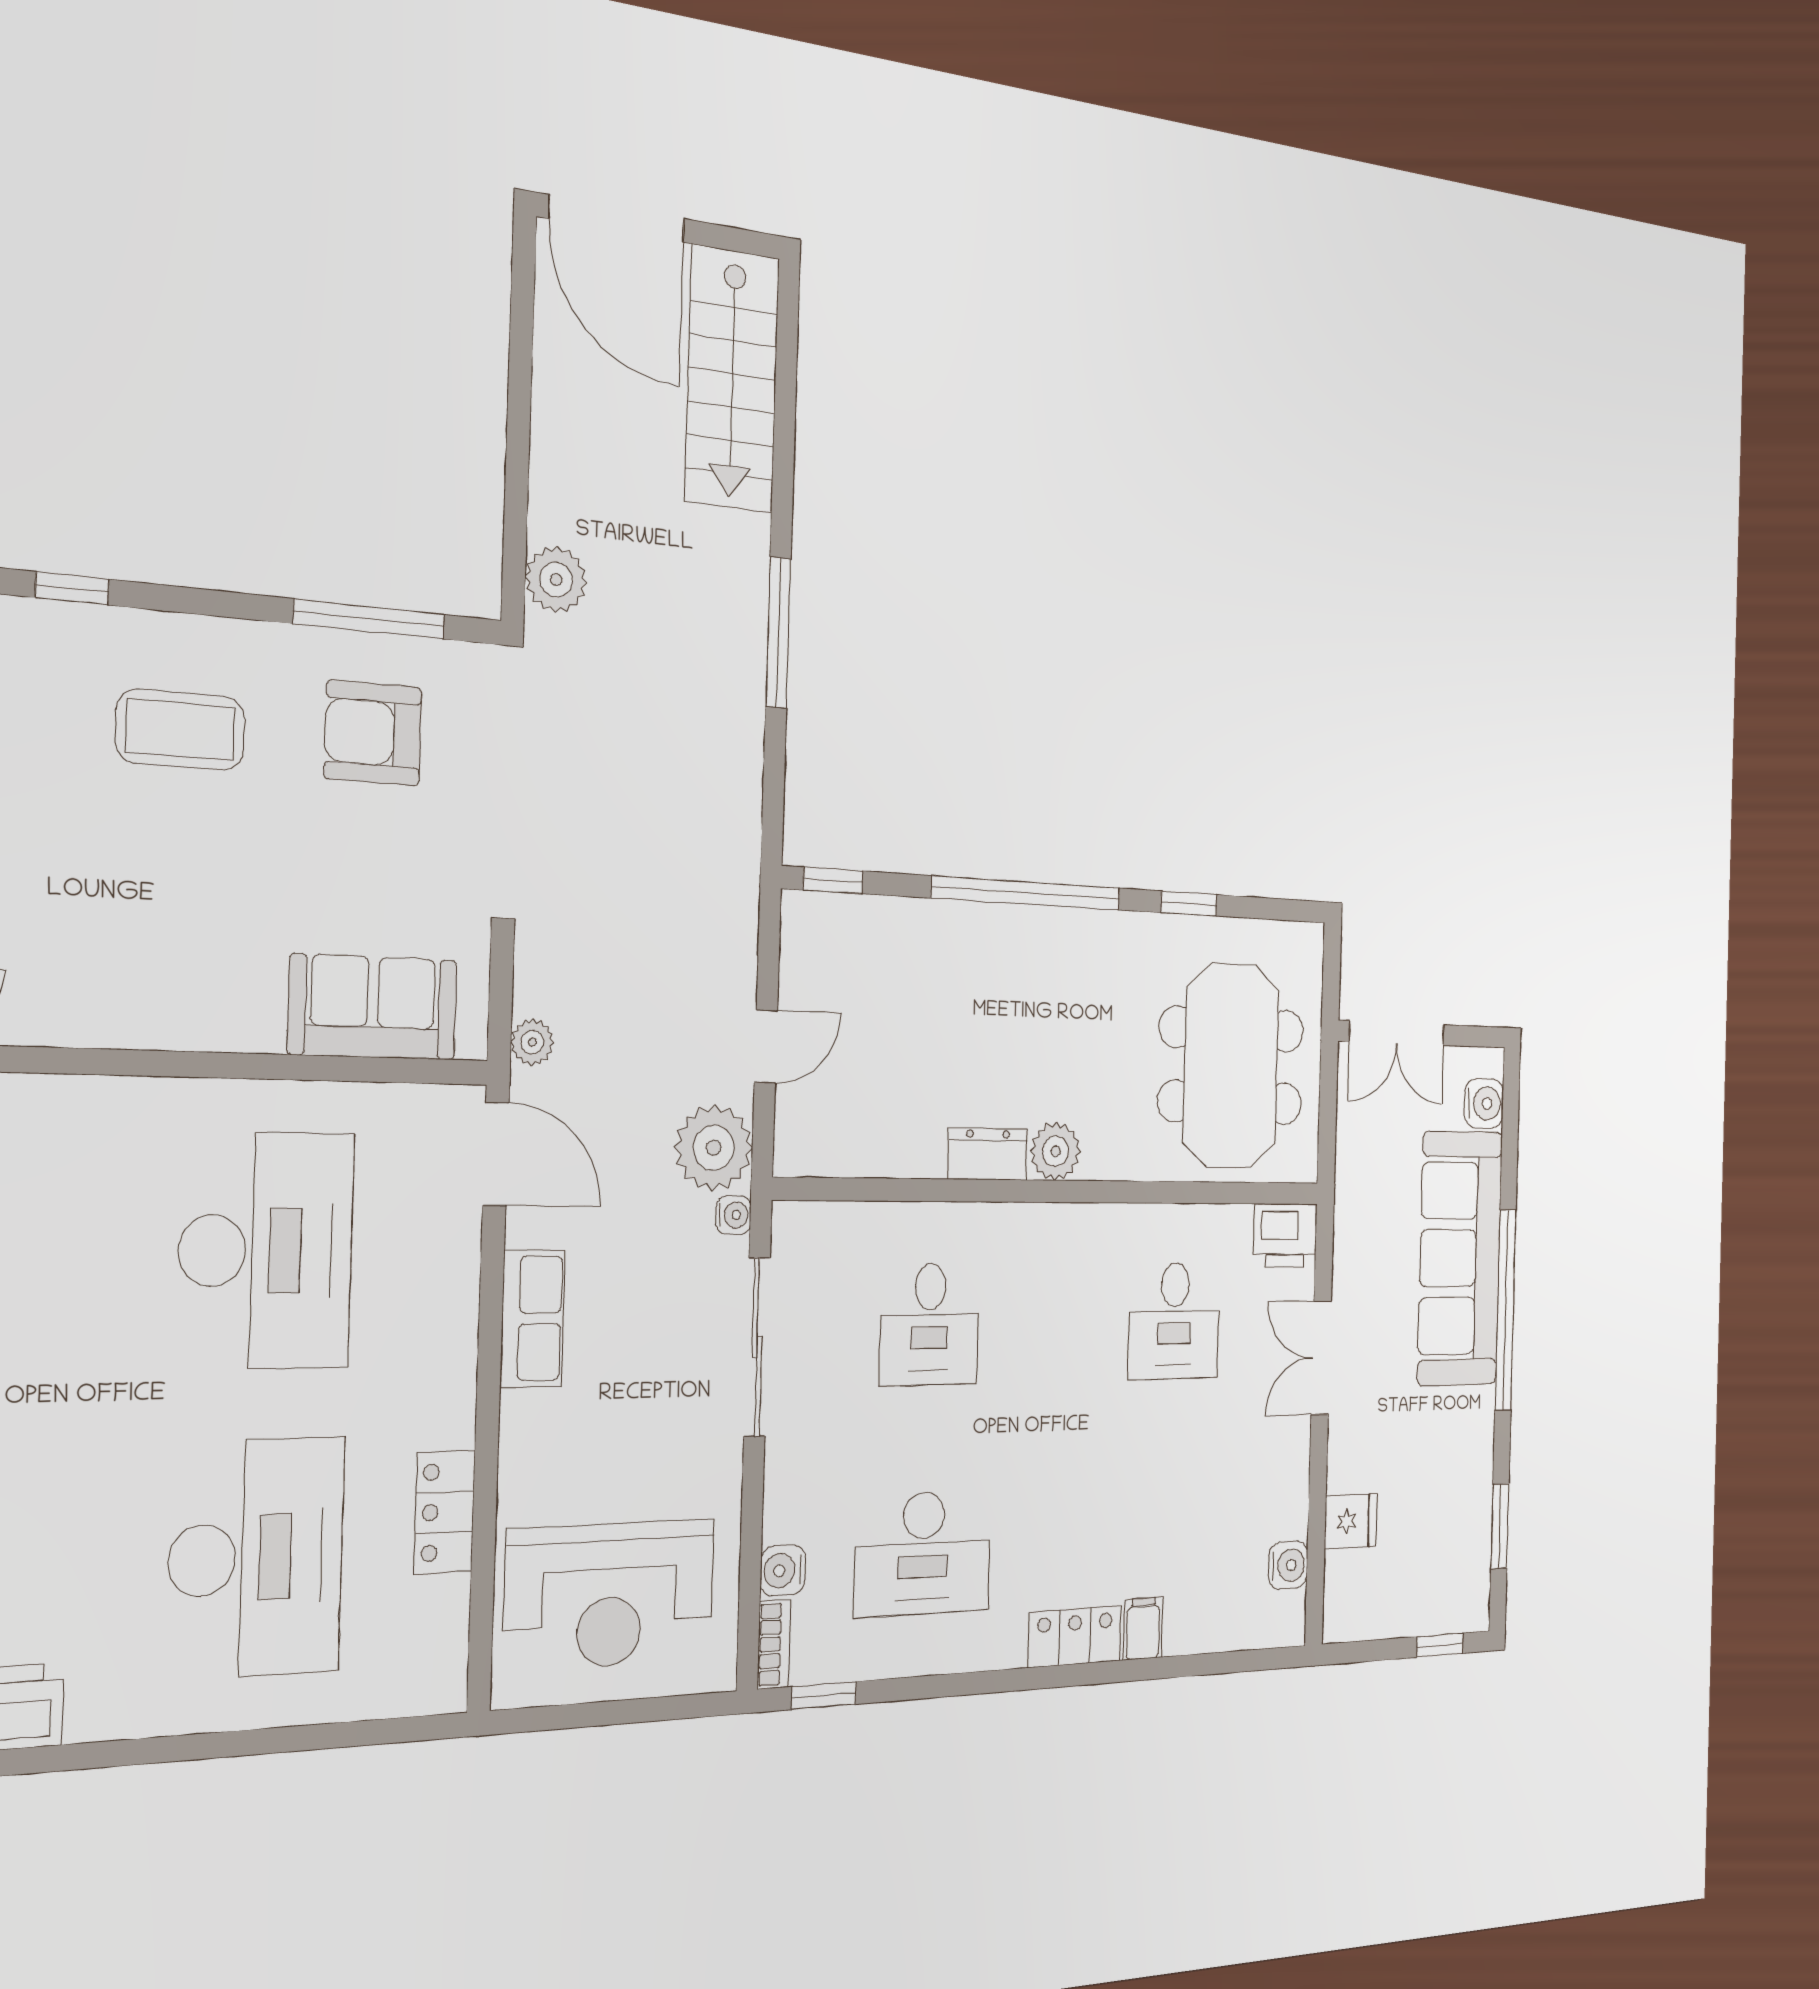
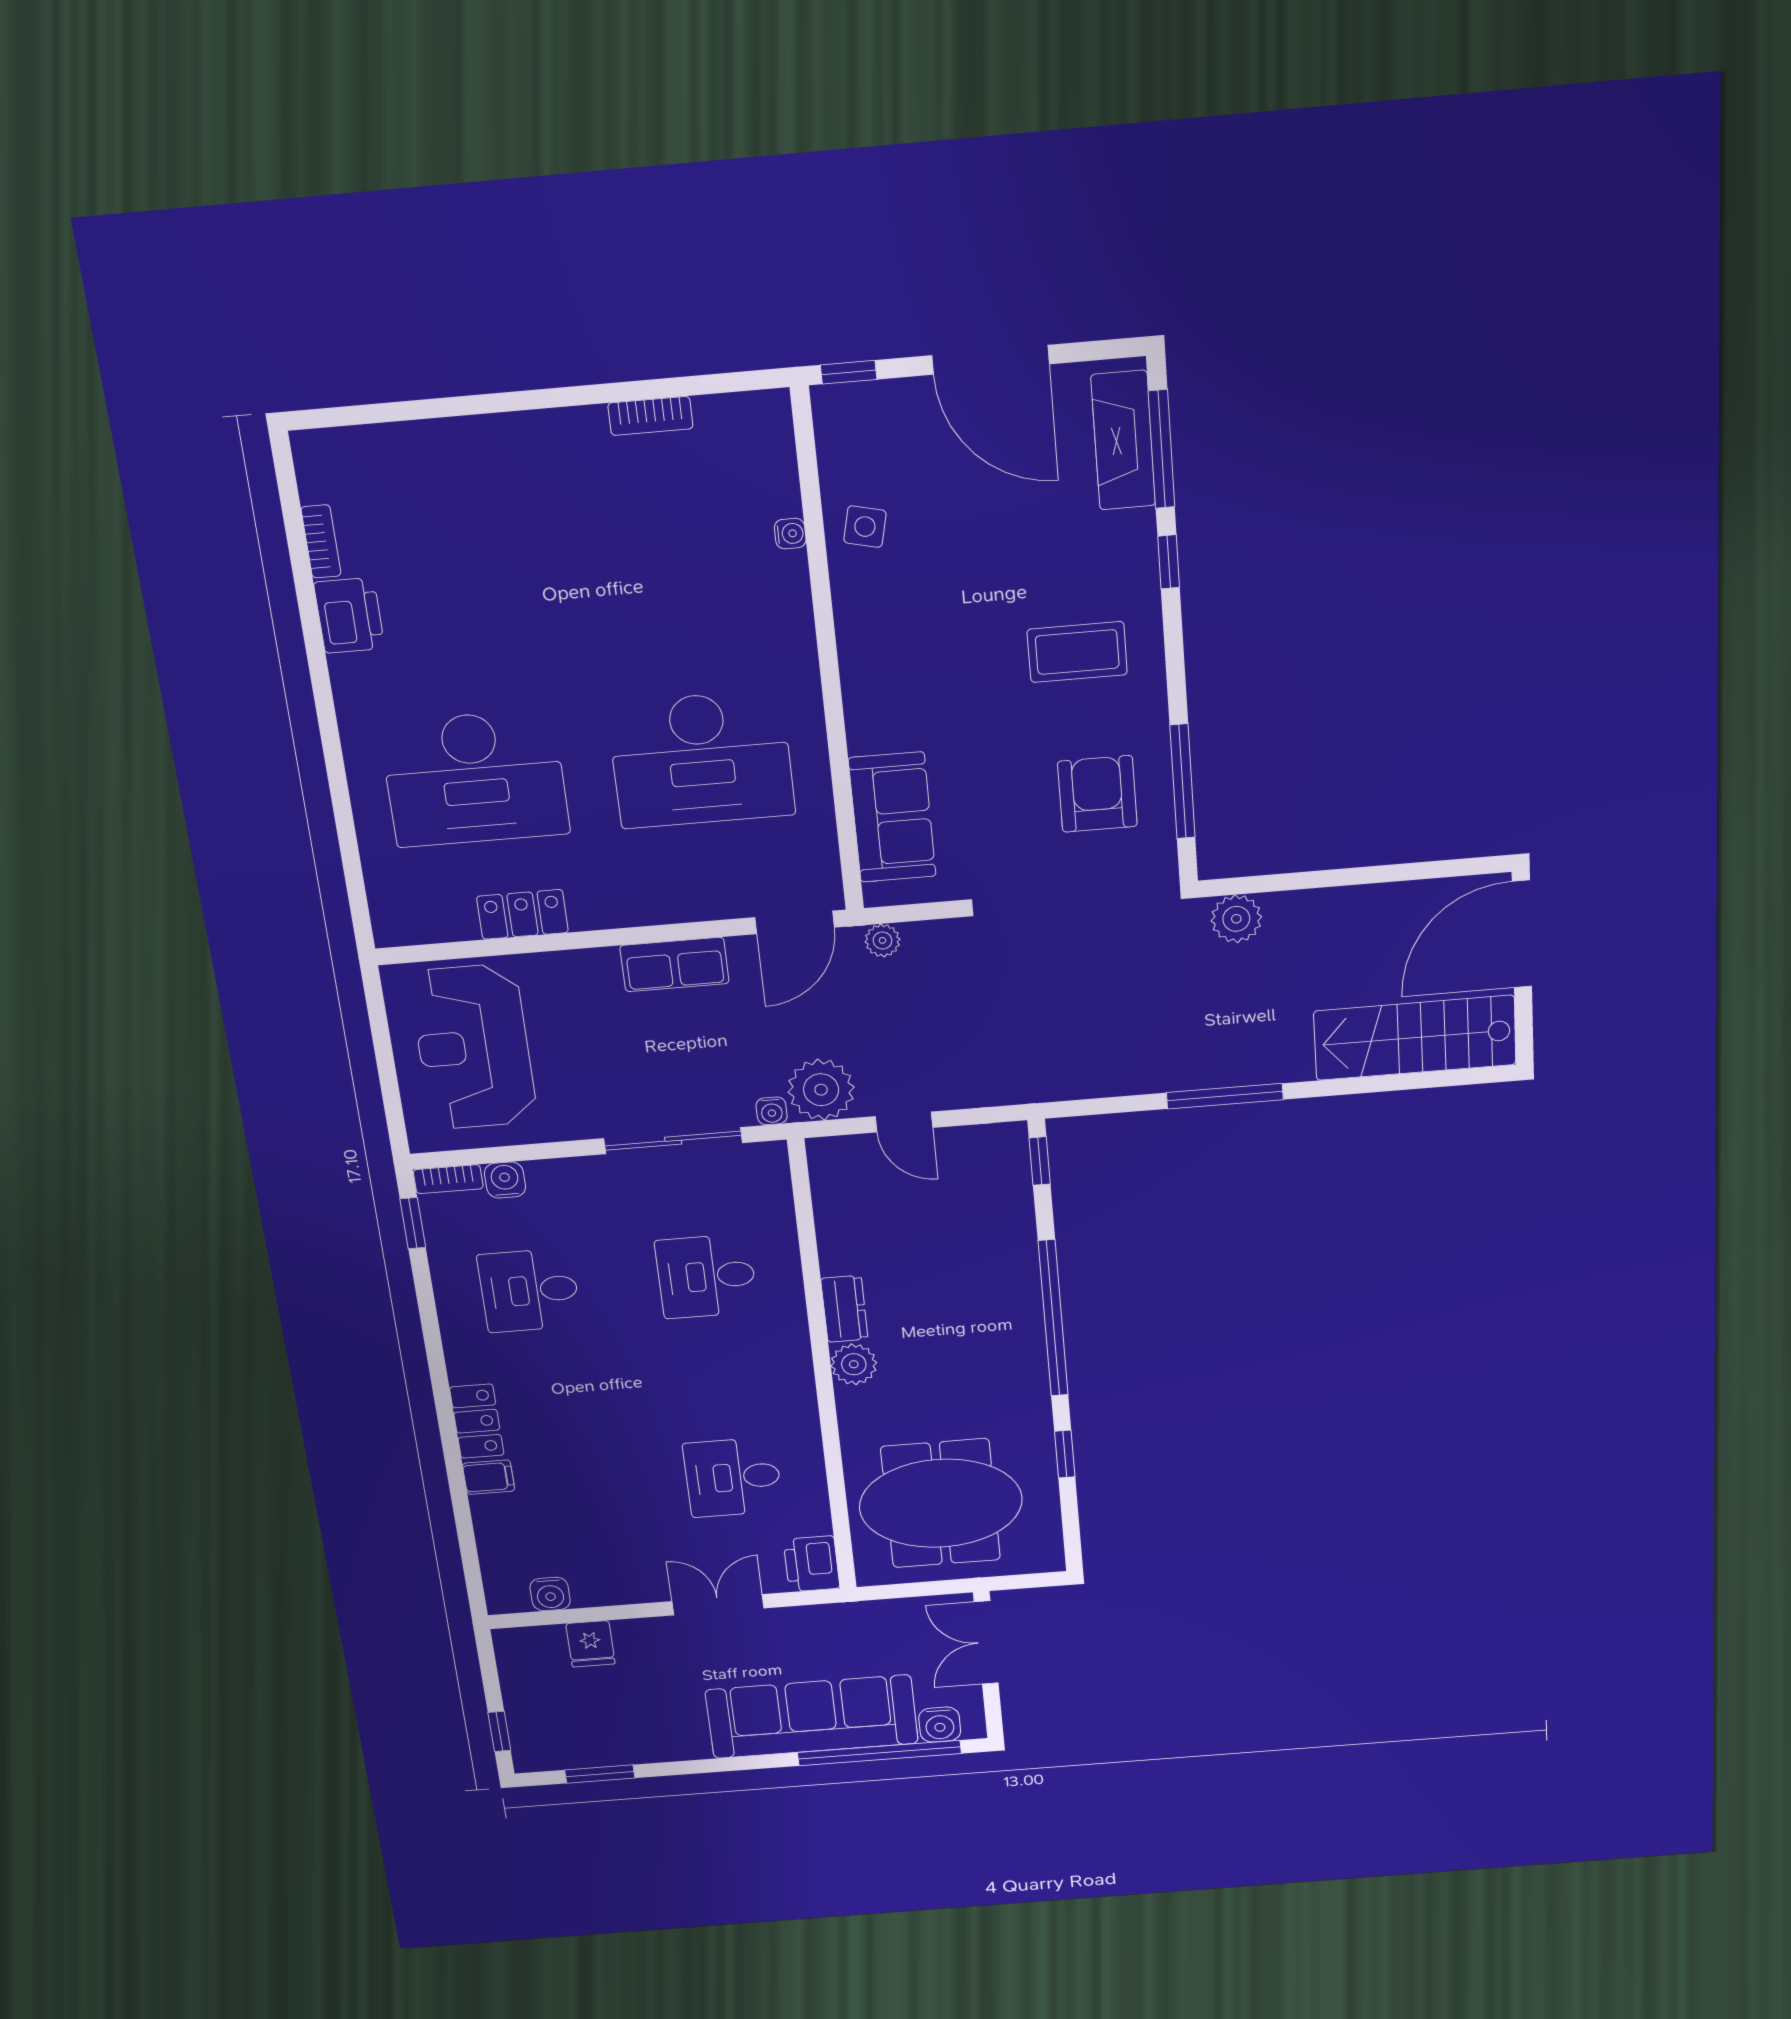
coffee table: (180, 730) -> (1077, 652), turned 90
window: (1505, 1310) -> (879, 1753), moved
desk: (923, 1553) -> (529, 1290), width x0.73

